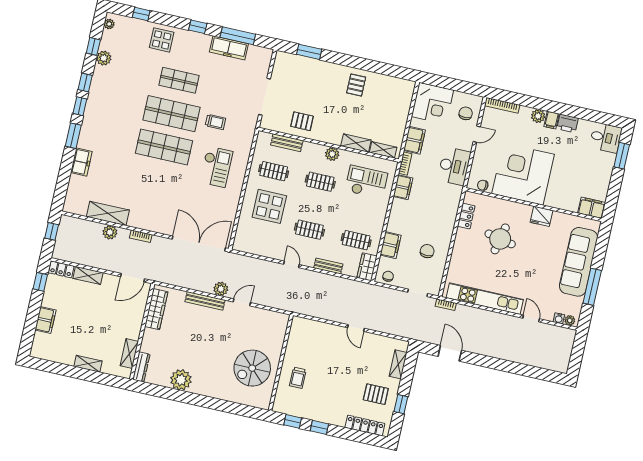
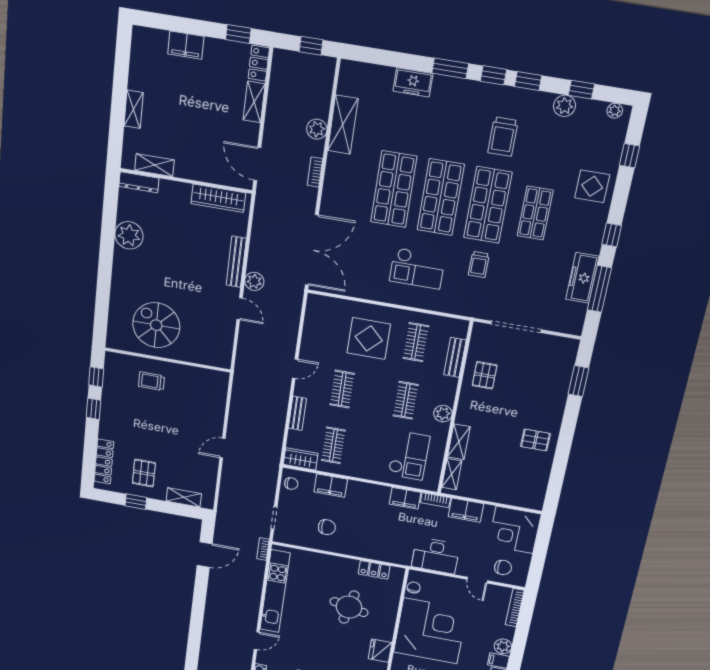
trolley: (123, 101) -> (503, 137), added
shop shelf: (156, 180) -> (394, 189), added

